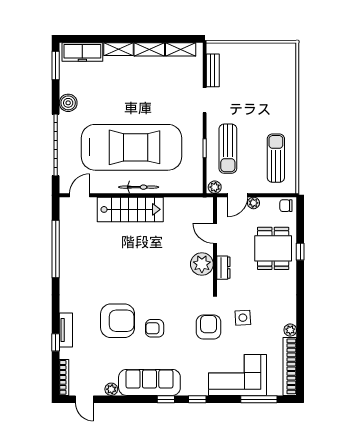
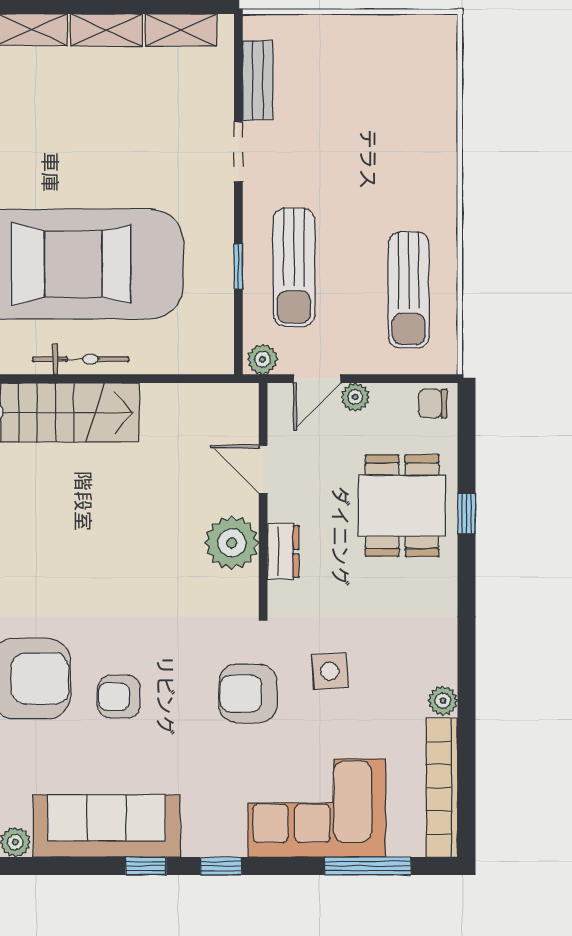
sun lounger: (276, 158) -> (409, 290), turned 180
armchair: (209, 327) -> (248, 693), turned -90

